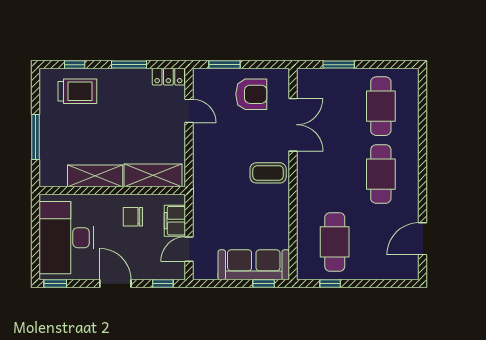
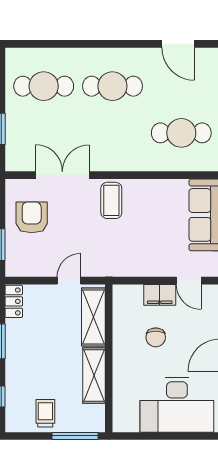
trolley: (77, 91) -> (45, 413), moved, width x0.73, depth x0.72
door: (189, 111) -> (69, 281), moved
shelving: (153, 175) -> (93, 317), moved
shelving: (95, 176) -> (94, 376), moved
wall: (112, 190) -> (109, 358), moved

